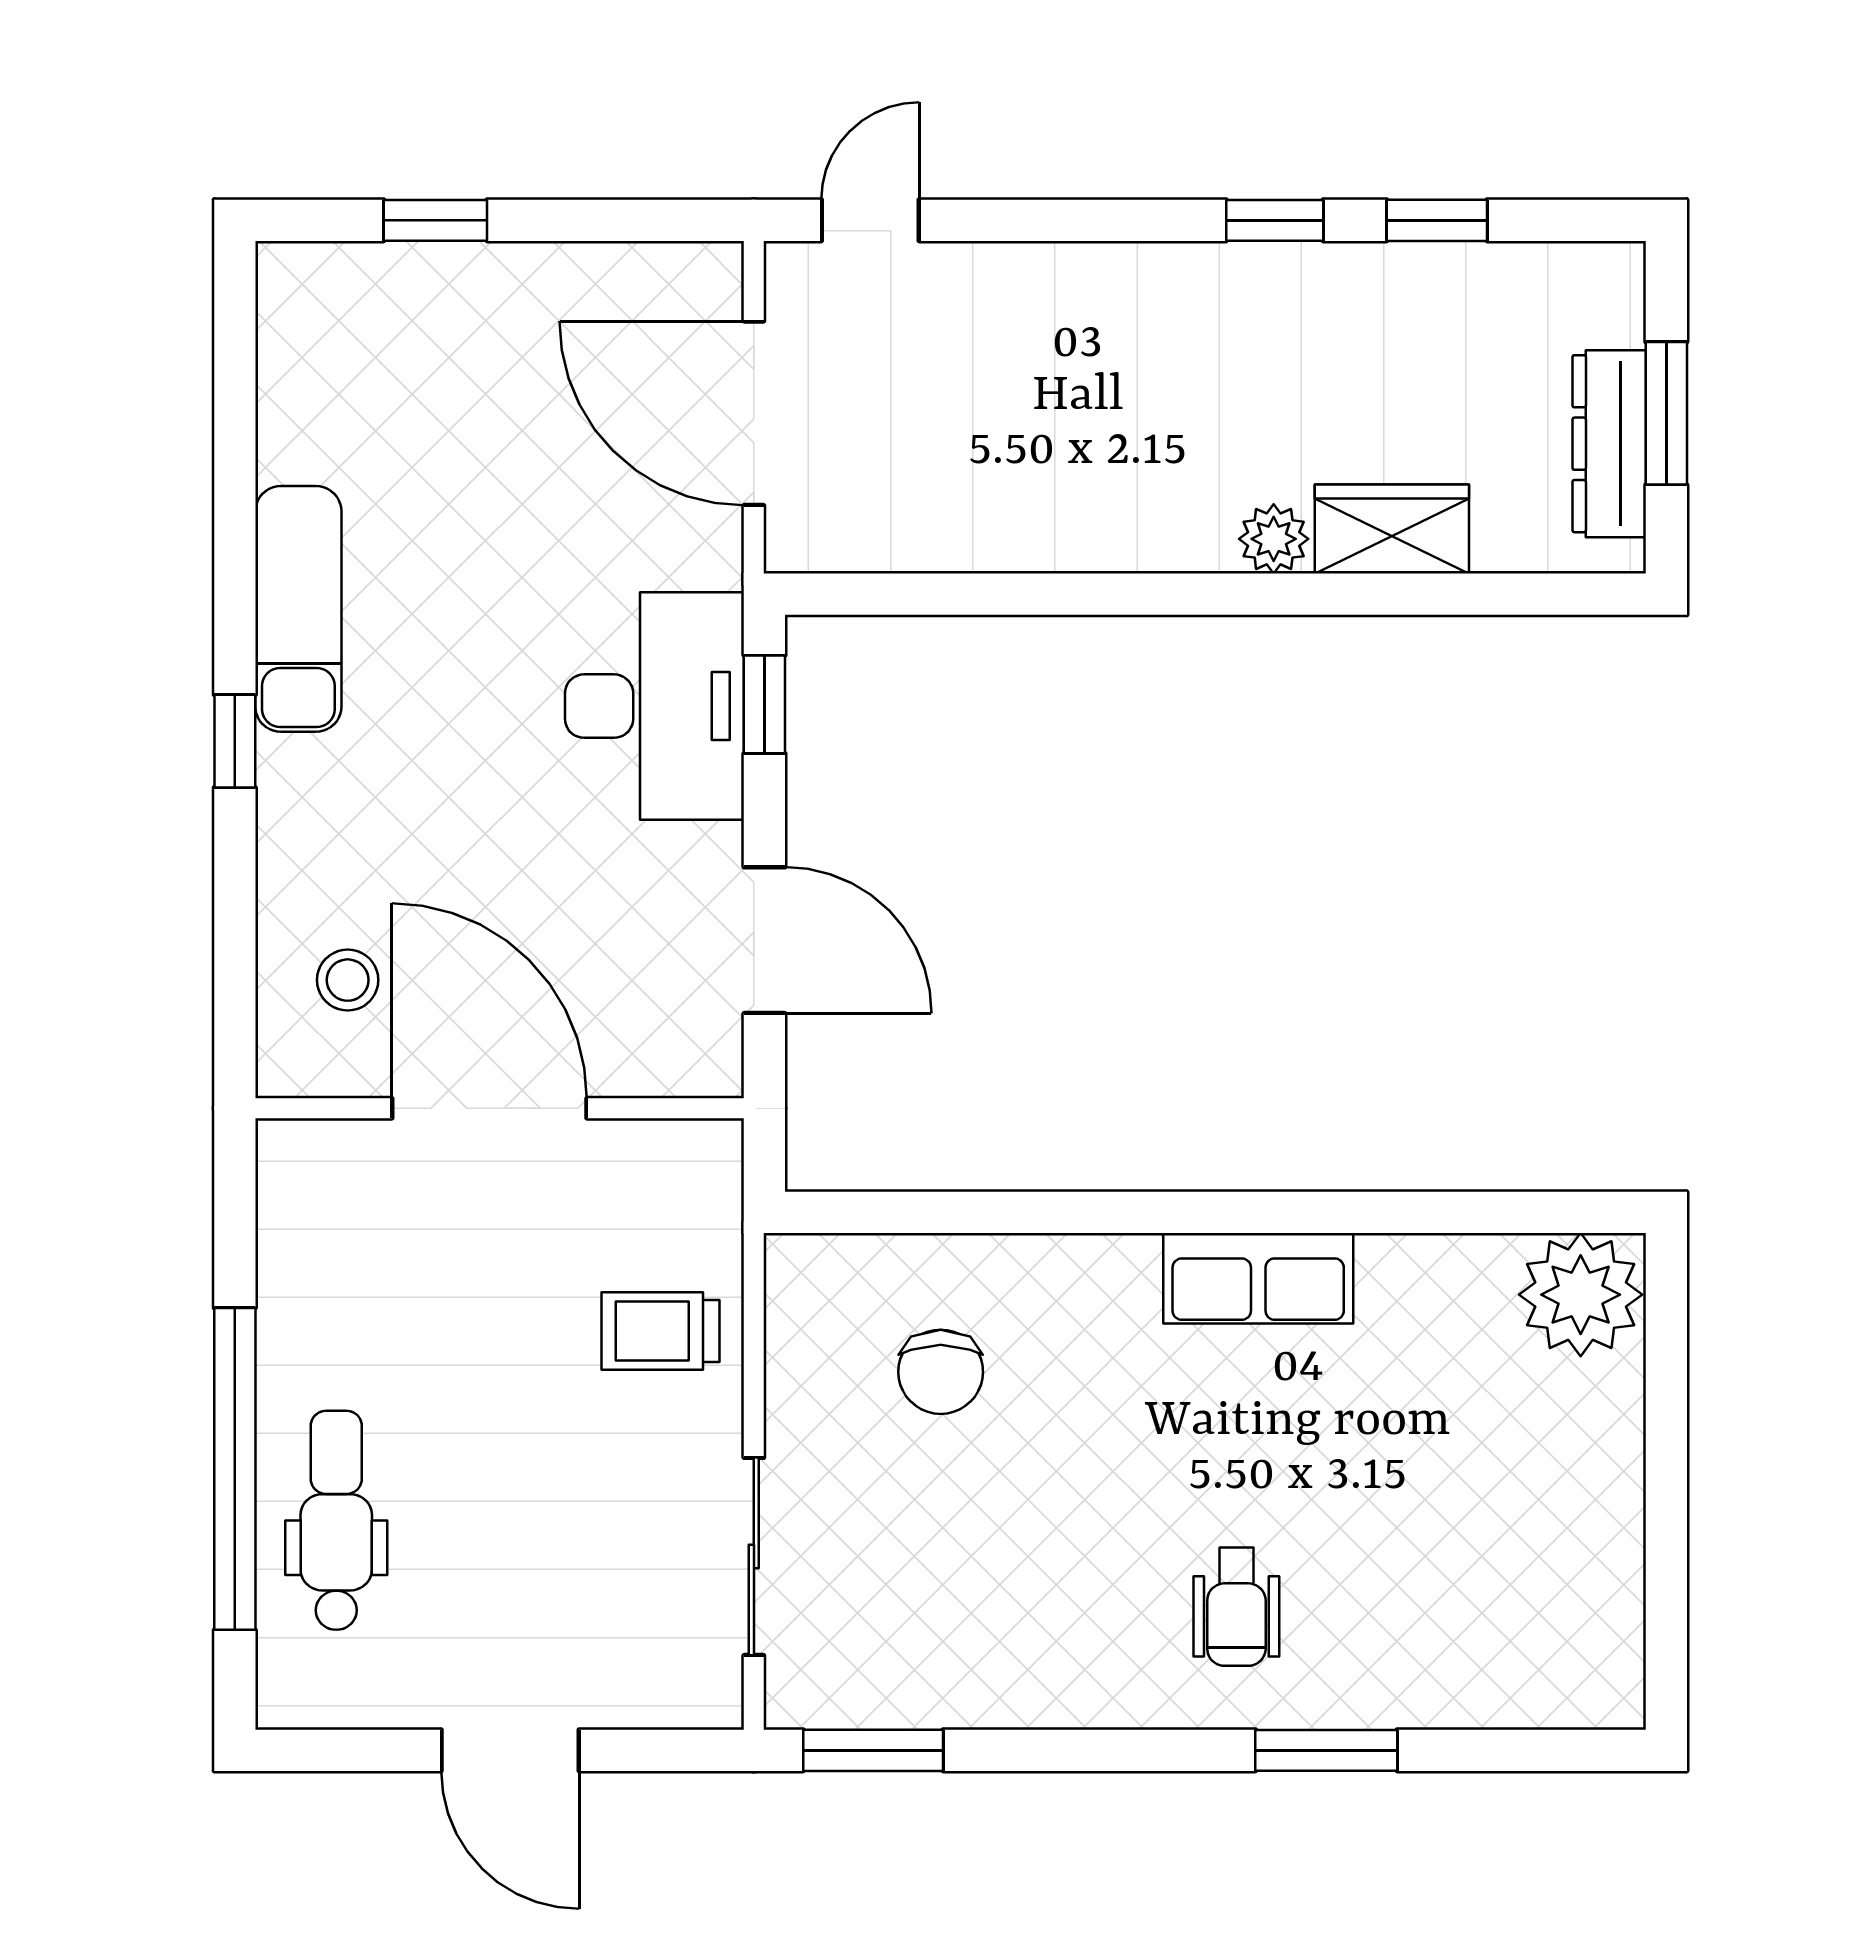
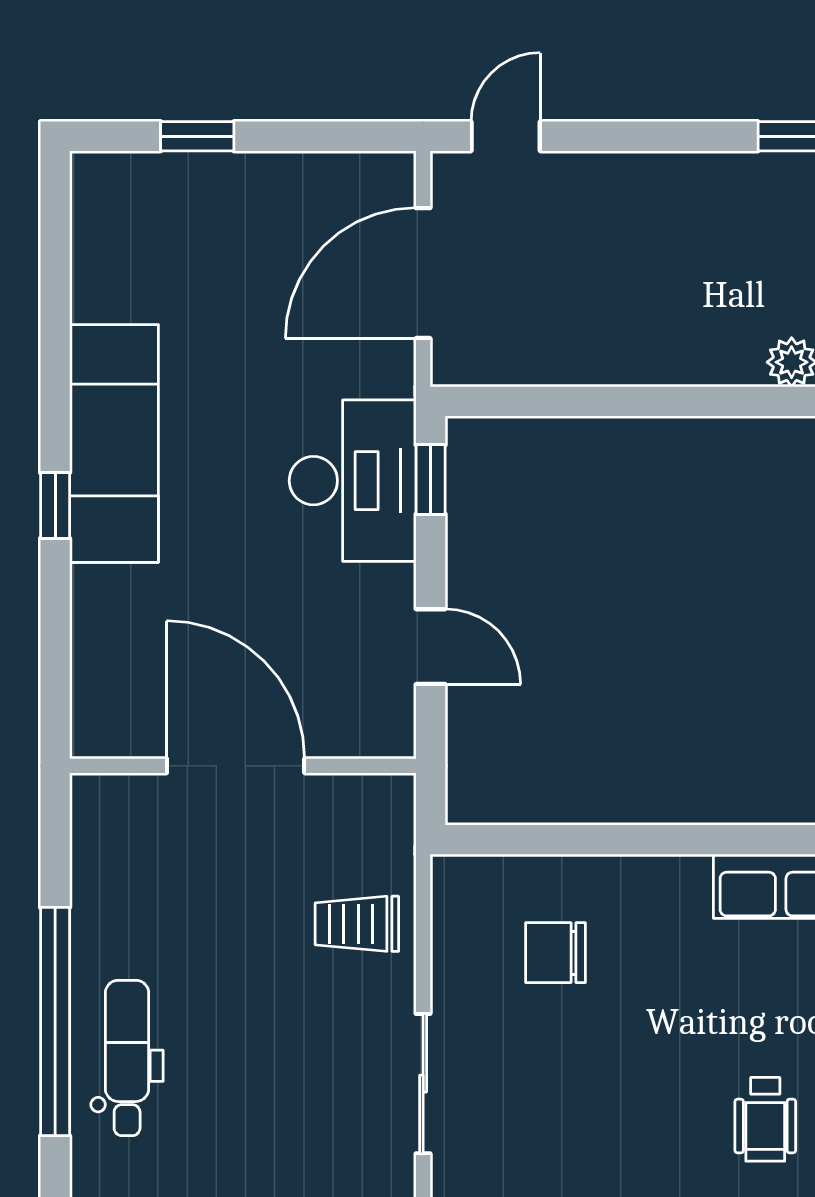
door: (754, 413) -> (423, 273), hinge flipped
exam couch: (298, 609) -> (114, 443), width x1.36, depth x1.45
door: (764, 940) -> (431, 647), width x0.73
stool: (348, 980) -> (135, 675), removed
chair: (941, 1372) -> (556, 953), turned 90

